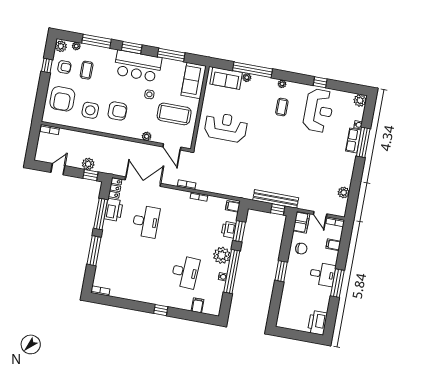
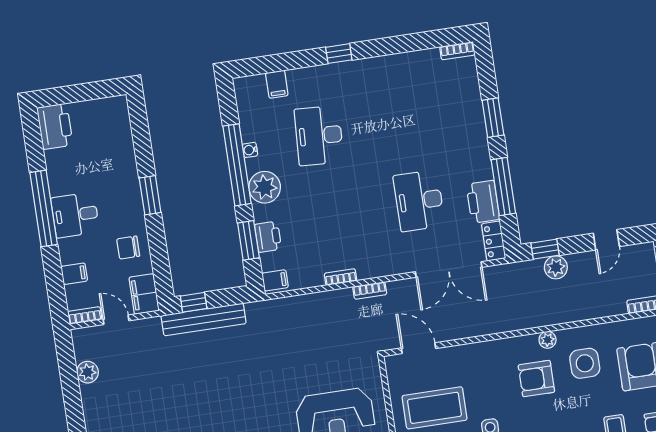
plant: (147, 136) -> (548, 340), moved
window: (94, 251) -> (493, 118), width x0.69
window: (337, 283) -> (44, 208), width x1.46

